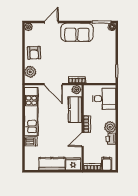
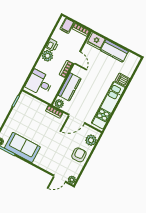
door: (51, 22) -> (60, 179), moved
sofa: (77, 32) -> (22, 147), moved
door: (53, 84) -> (77, 119), swing flipped
door: (83, 140) -> (77, 58), hinge flipped

